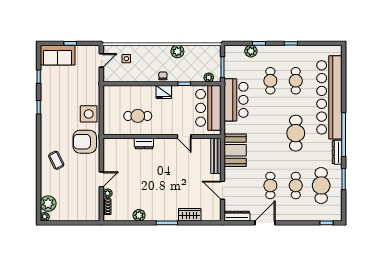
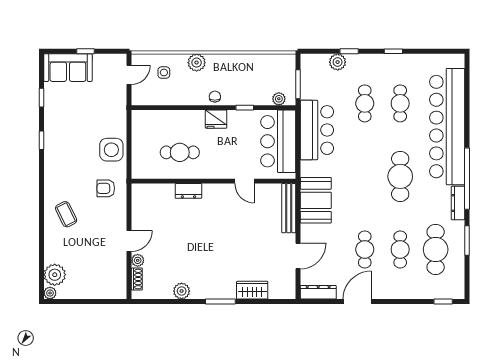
plant: (177, 51) -> (197, 63), moved
armchair: (85, 142) -> (106, 188), width x0.53, depth x0.53
door: (222, 190) -> (298, 256), swing flipped

